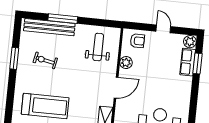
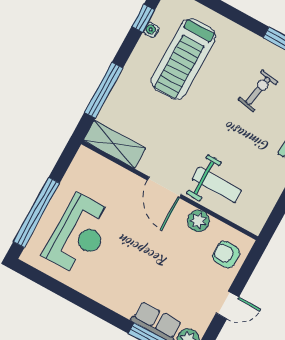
armchair: (137, 41) -> (226, 255), turned 90
weight bench: (98, 47) -> (217, 185), moved

